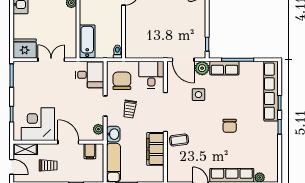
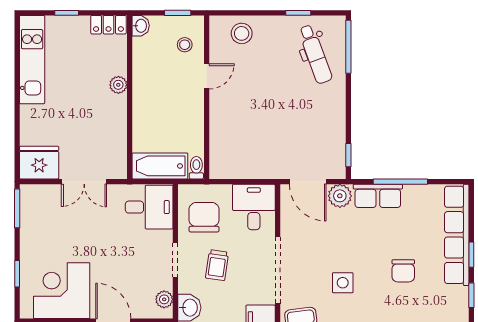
bathtub: (87, 41) -> (160, 166), moved, turned -90
double door: (51, 60) -> (84, 182), swing flipped
side table: (199, 95) -> (343, 283), moved
chair: (230, 126) -> (403, 271), moved

